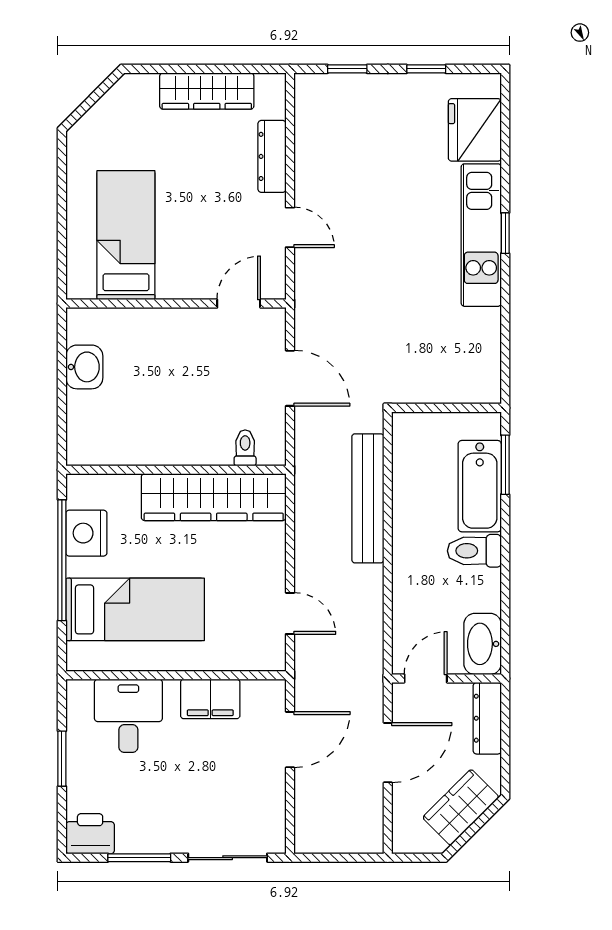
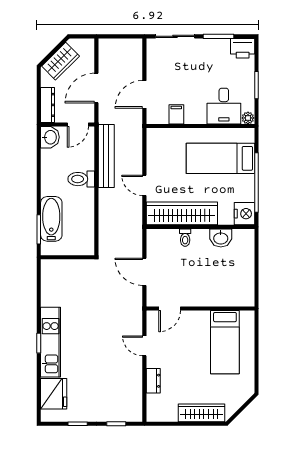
wardrobe: (207, 91) -> (202, 413), moved
dresser: (272, 156) -> (153, 381), width x0.70
washbasin: (84, 367) -> (221, 238), moved, turned -90
toilet: (245, 448) -> (185, 238), moved
bench: (368, 498) -> (106, 156), moved
nightstand: (86, 533) -> (244, 214), moved
toilet: (474, 551) -> (81, 179), moved, turned 180
door: (290, 613) -> (144, 185), moved
washbasin: (483, 644) -> (50, 137), width x0.72
plant: (79, 692) -> (248, 118), added
filing cabinet: (210, 699) -> (176, 114), width x0.50

